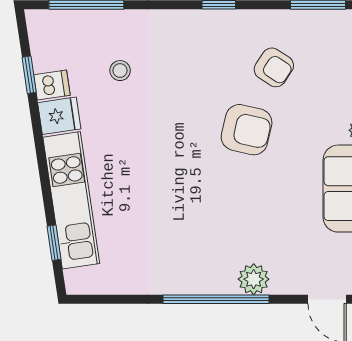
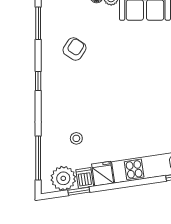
plant: (51, 48) -> (63, 178), added
armchair: (247, 130) -> (111, 65), removed

